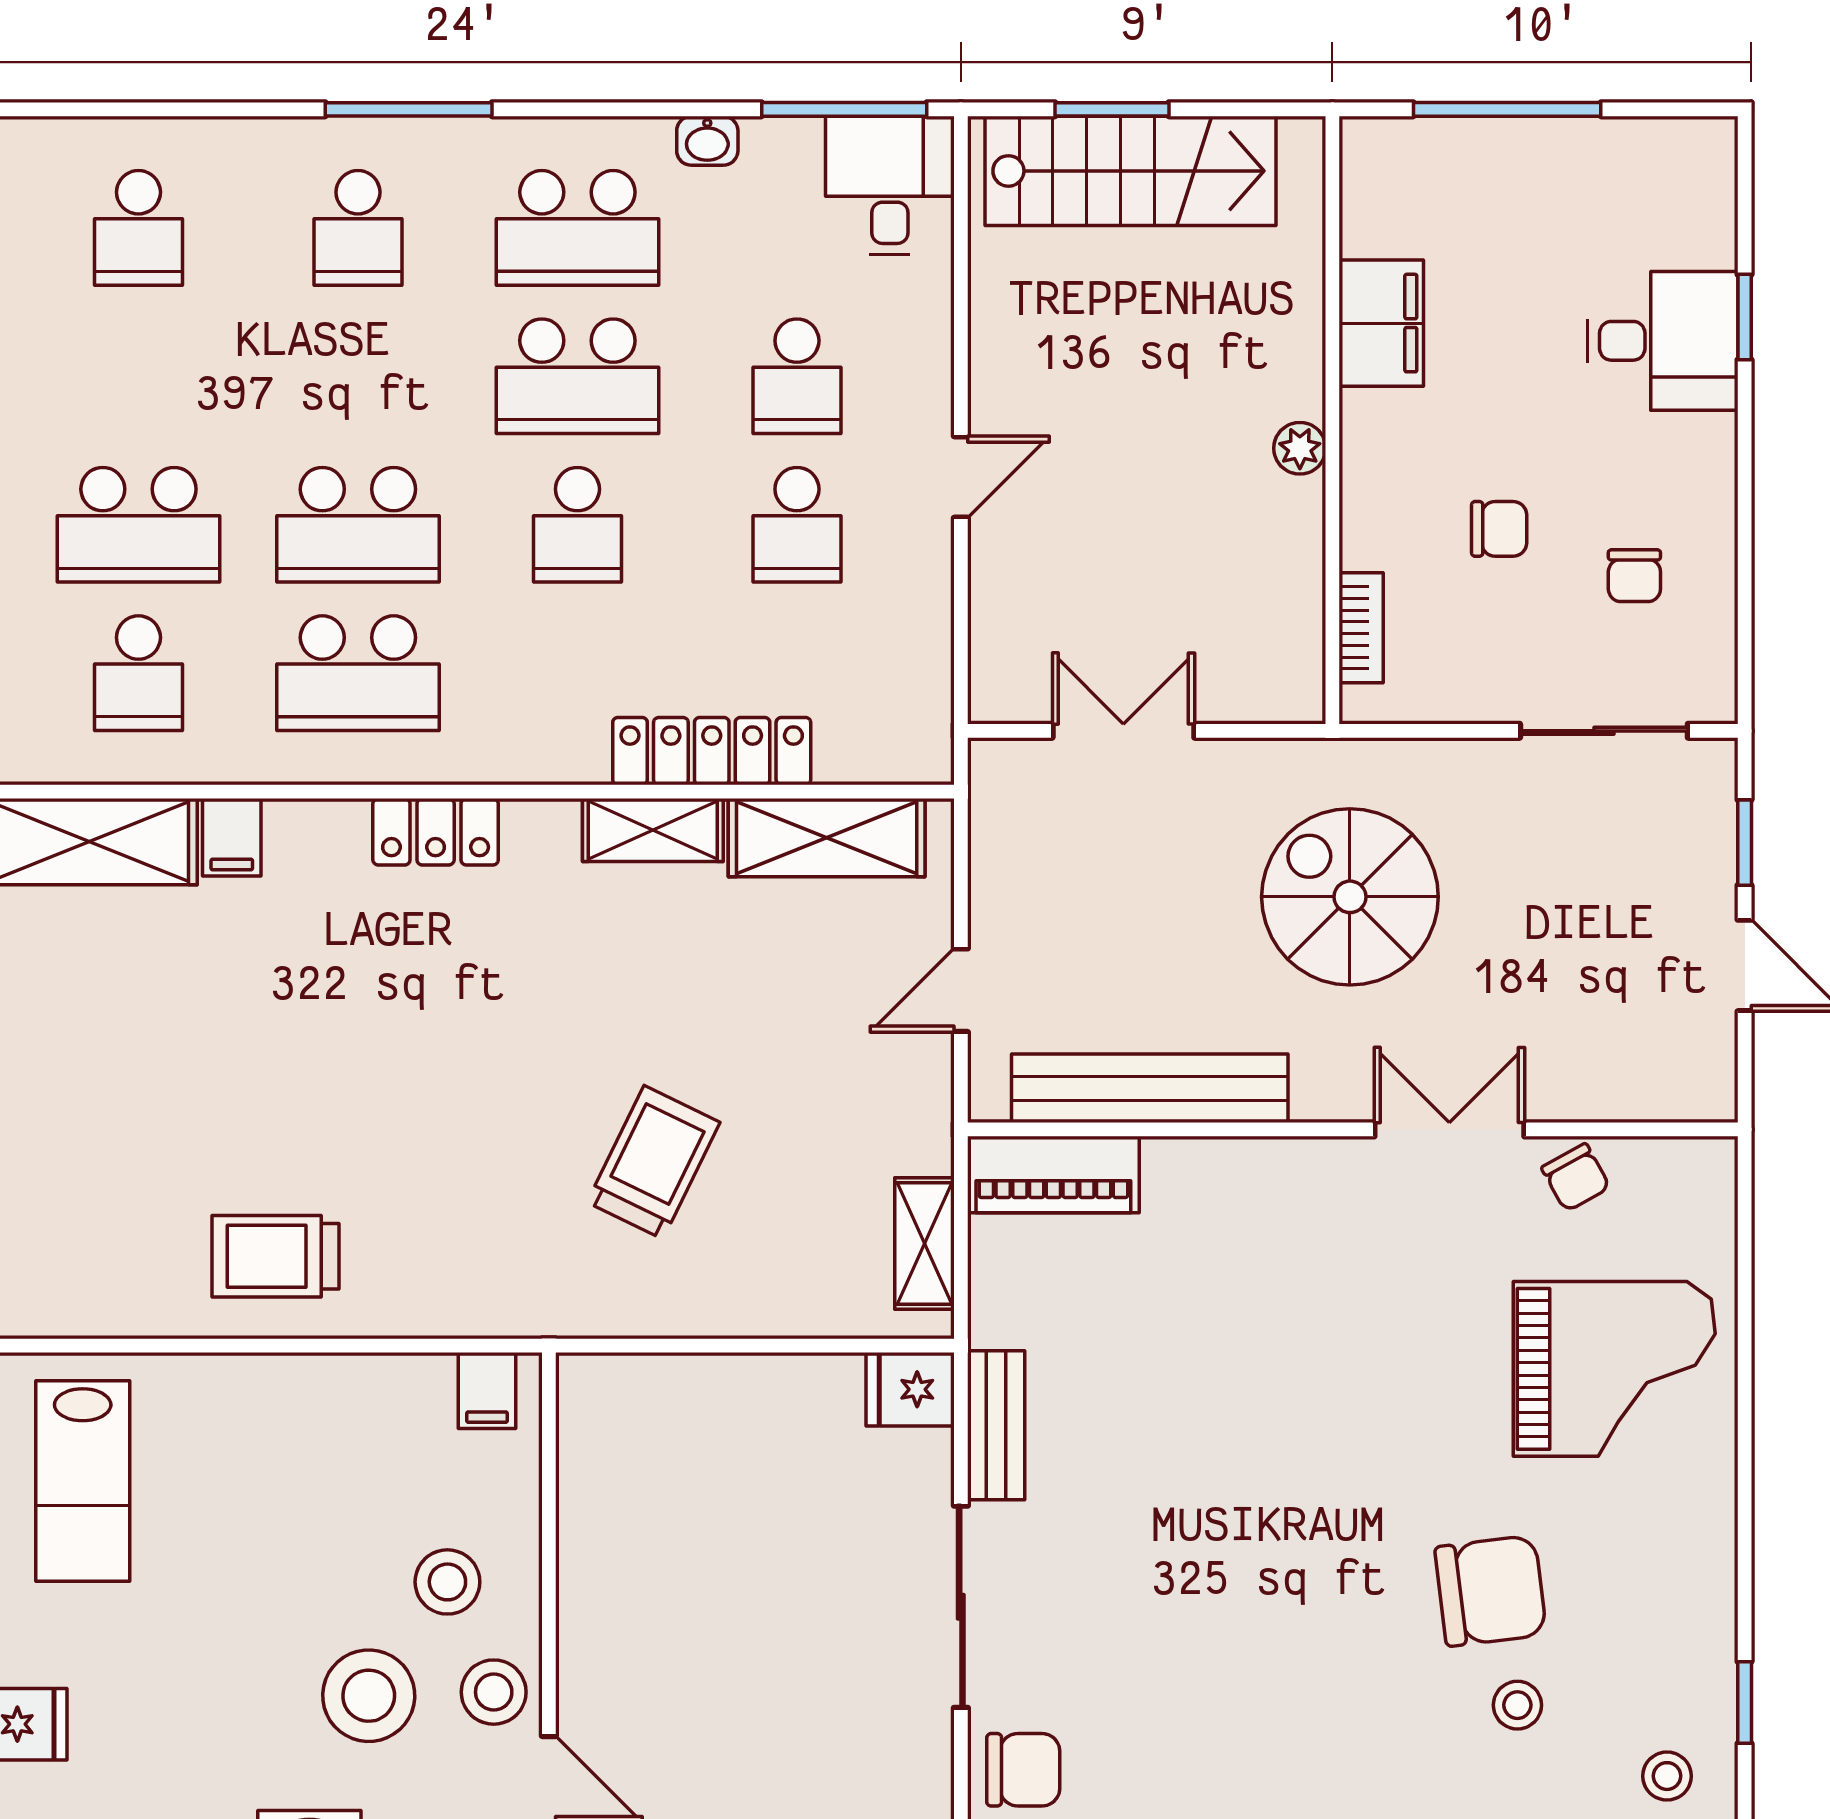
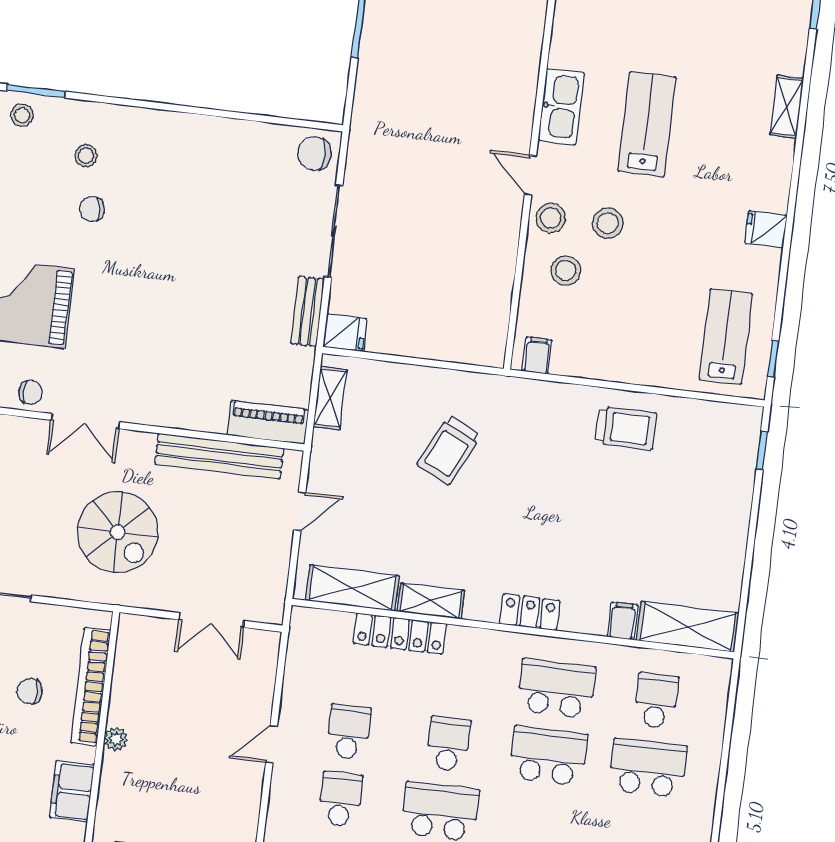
bookcase: (1361, 628) -> (91, 686), width x2.31, depth x1.31
chair: (1576, 1177) -> (31, 392), turned 119
chair: (1491, 1591) -> (92, 209), width x0.54, depth x0.54
stool: (369, 1696) -> (608, 223), width x0.73, depth x0.73

